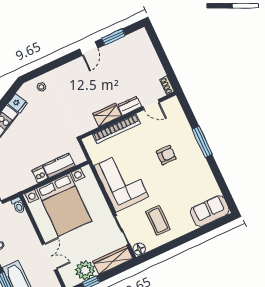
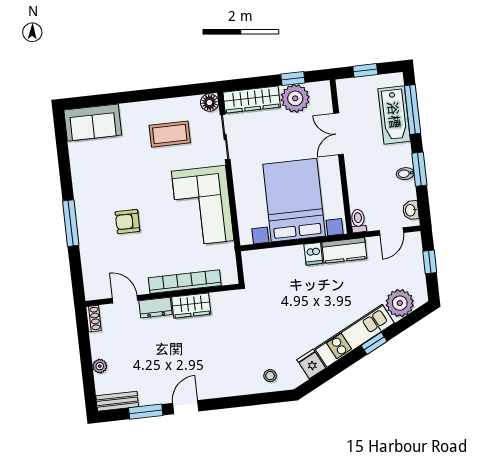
bench: (134, 37) -> (117, 401), added
plant: (153, 56) -> (100, 366), added
kitchen counter: (59, 165) -> (344, 250), moved
coffee table: (158, 220) -> (170, 134), turned 90

